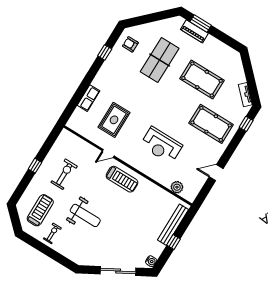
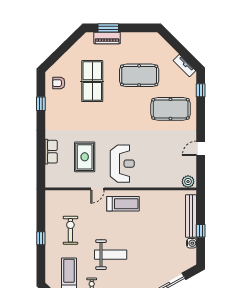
reception desk: (161, 145) -> (122, 164), moved, turned -90
plant: (177, 187) -> (188, 182), moved
water cooler: (151, 261) -> (192, 243), moved

